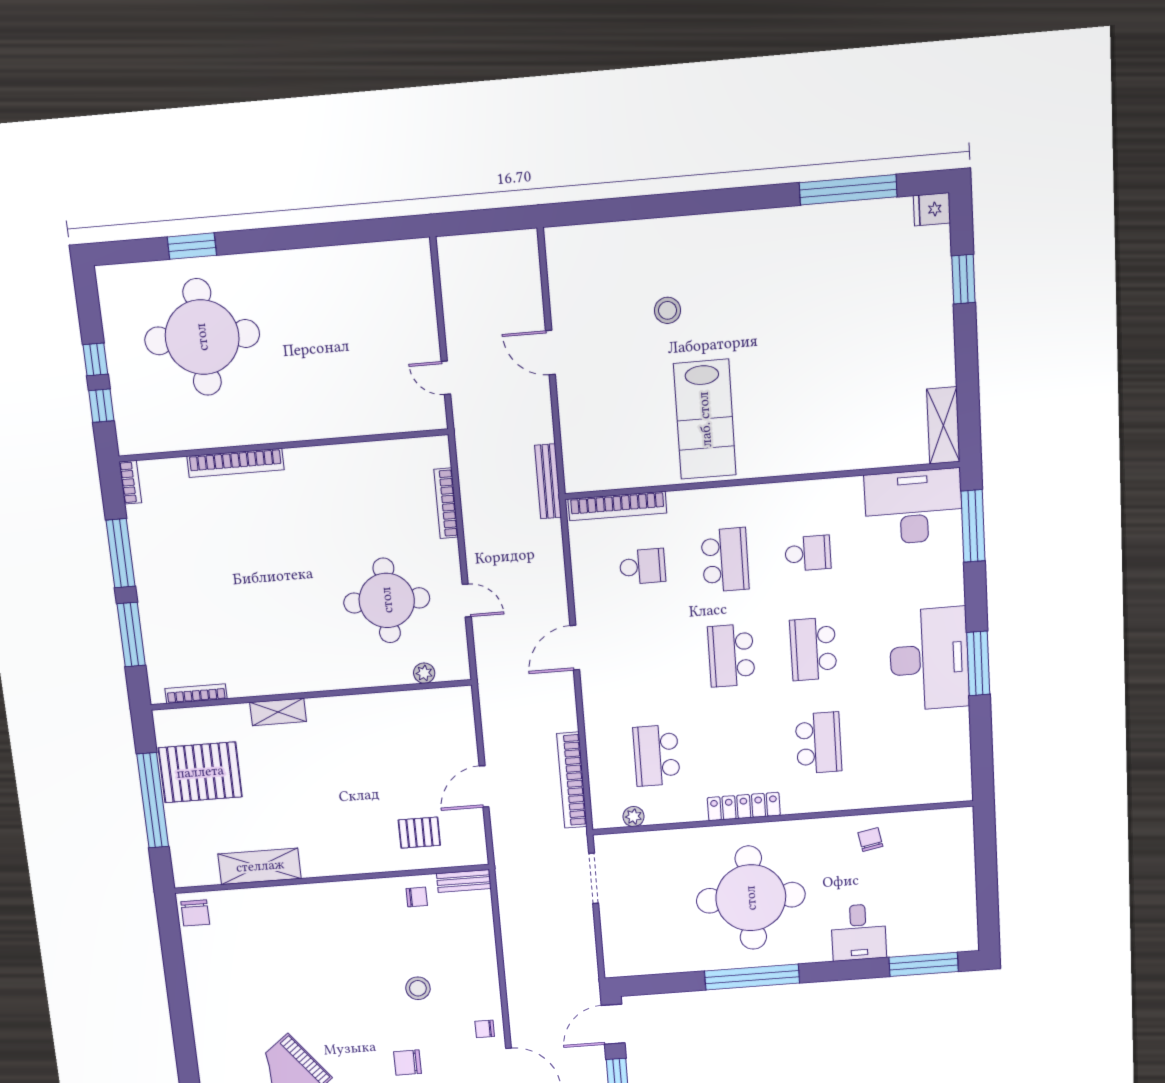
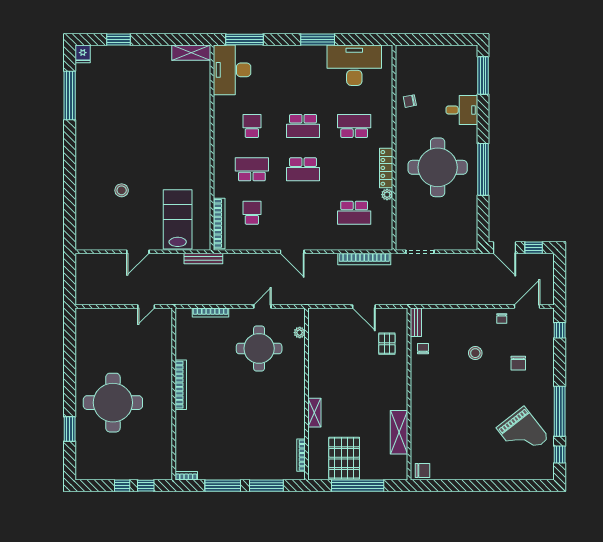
round table: (202, 337) -> (113, 403), moved
lab bench: (705, 419) -> (178, 219), moved, turned -90
bookcase: (235, 463) -> (181, 385), moved
desk: (929, 659) -> (354, 65), moved
plant: (634, 817) -> (387, 195), moved

